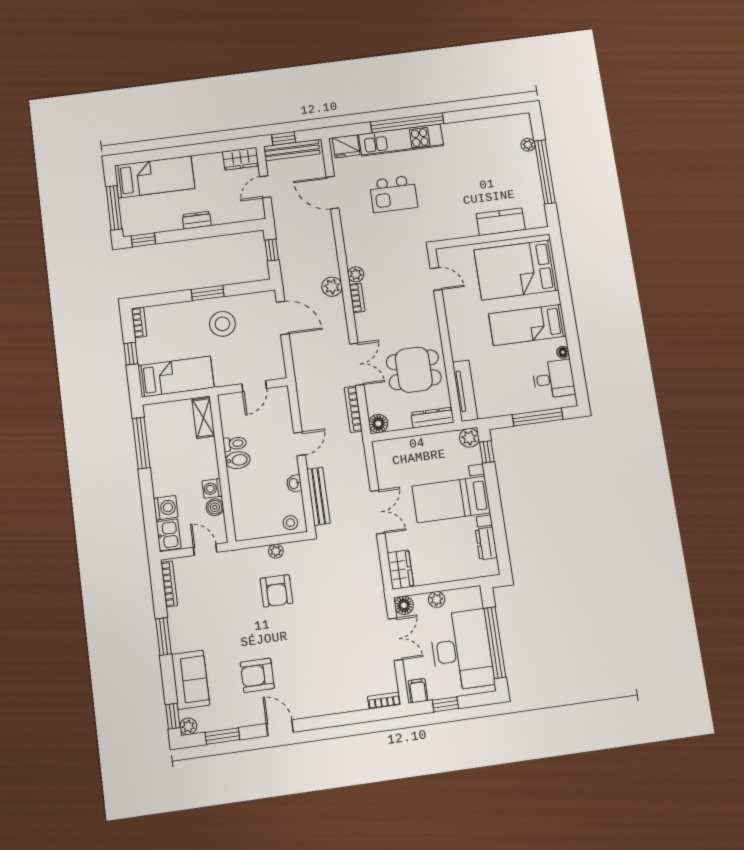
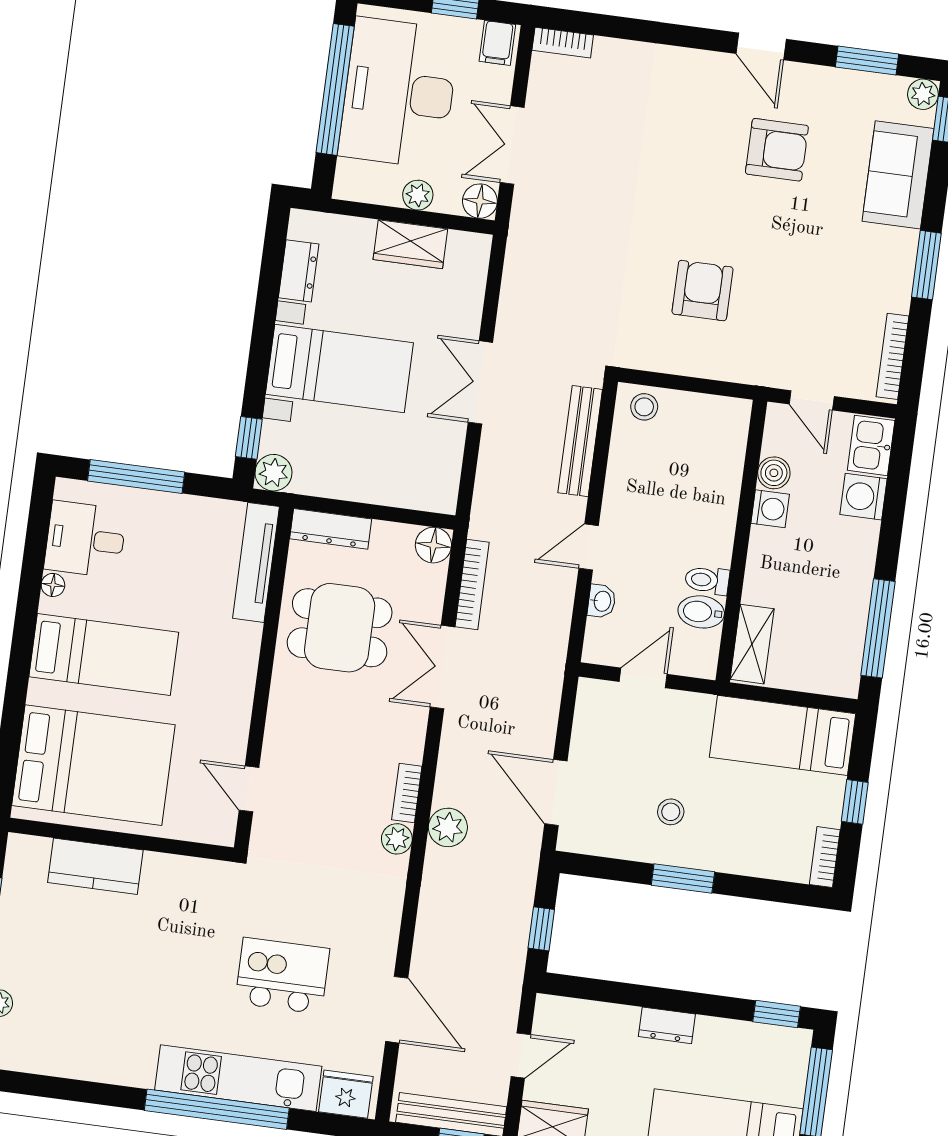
stool: (222, 324) -> (671, 812), width x0.53, depth x0.53
bidet: (238, 460) -> (701, 612), moved
washbasin: (294, 484) -> (602, 601), moved
plant: (276, 551) -> (684, 362), removed
wardrobe: (400, 570) -> (410, 244), moved, turned -90

